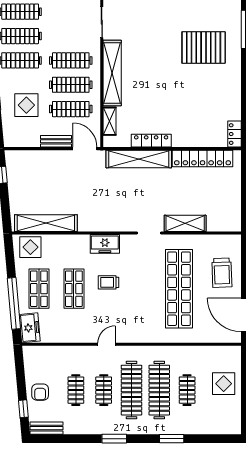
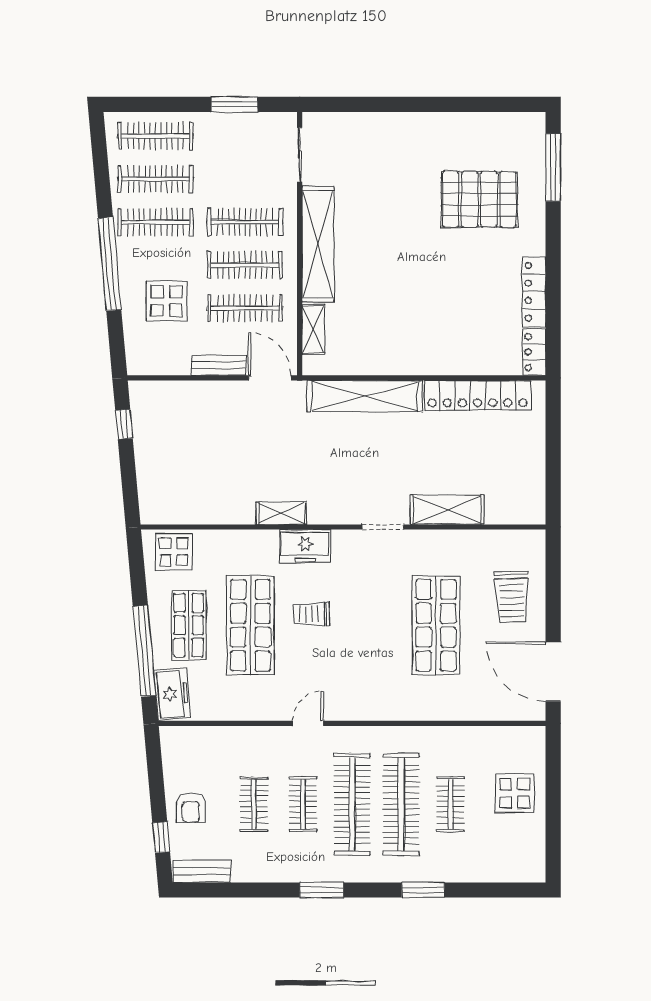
locker: (151, 141) -> (534, 292), moved, turned -90
shelving: (46, 223) -> (281, 513), moved, width x0.45, depth x0.75
shop shelf: (74, 289) -> (250, 625), width x1.43, depth x1.36
shop shelf: (179, 289) -> (436, 625), width x0.71

